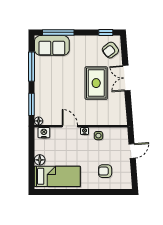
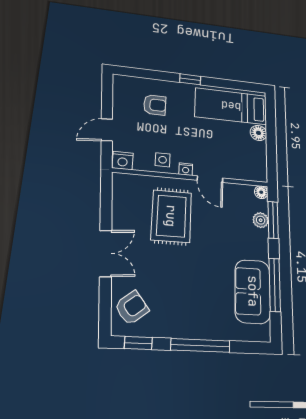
window: (58, 32) -> (200, 345), moved
sofa: (52, 45) -> (253, 291), moved, turned -90
rug: (96, 83) -> (171, 216), moved
plant: (39, 104) -> (261, 220), added
nightstand: (44, 133) -> (123, 161), moved
window: (84, 192) -> (190, 79), added

